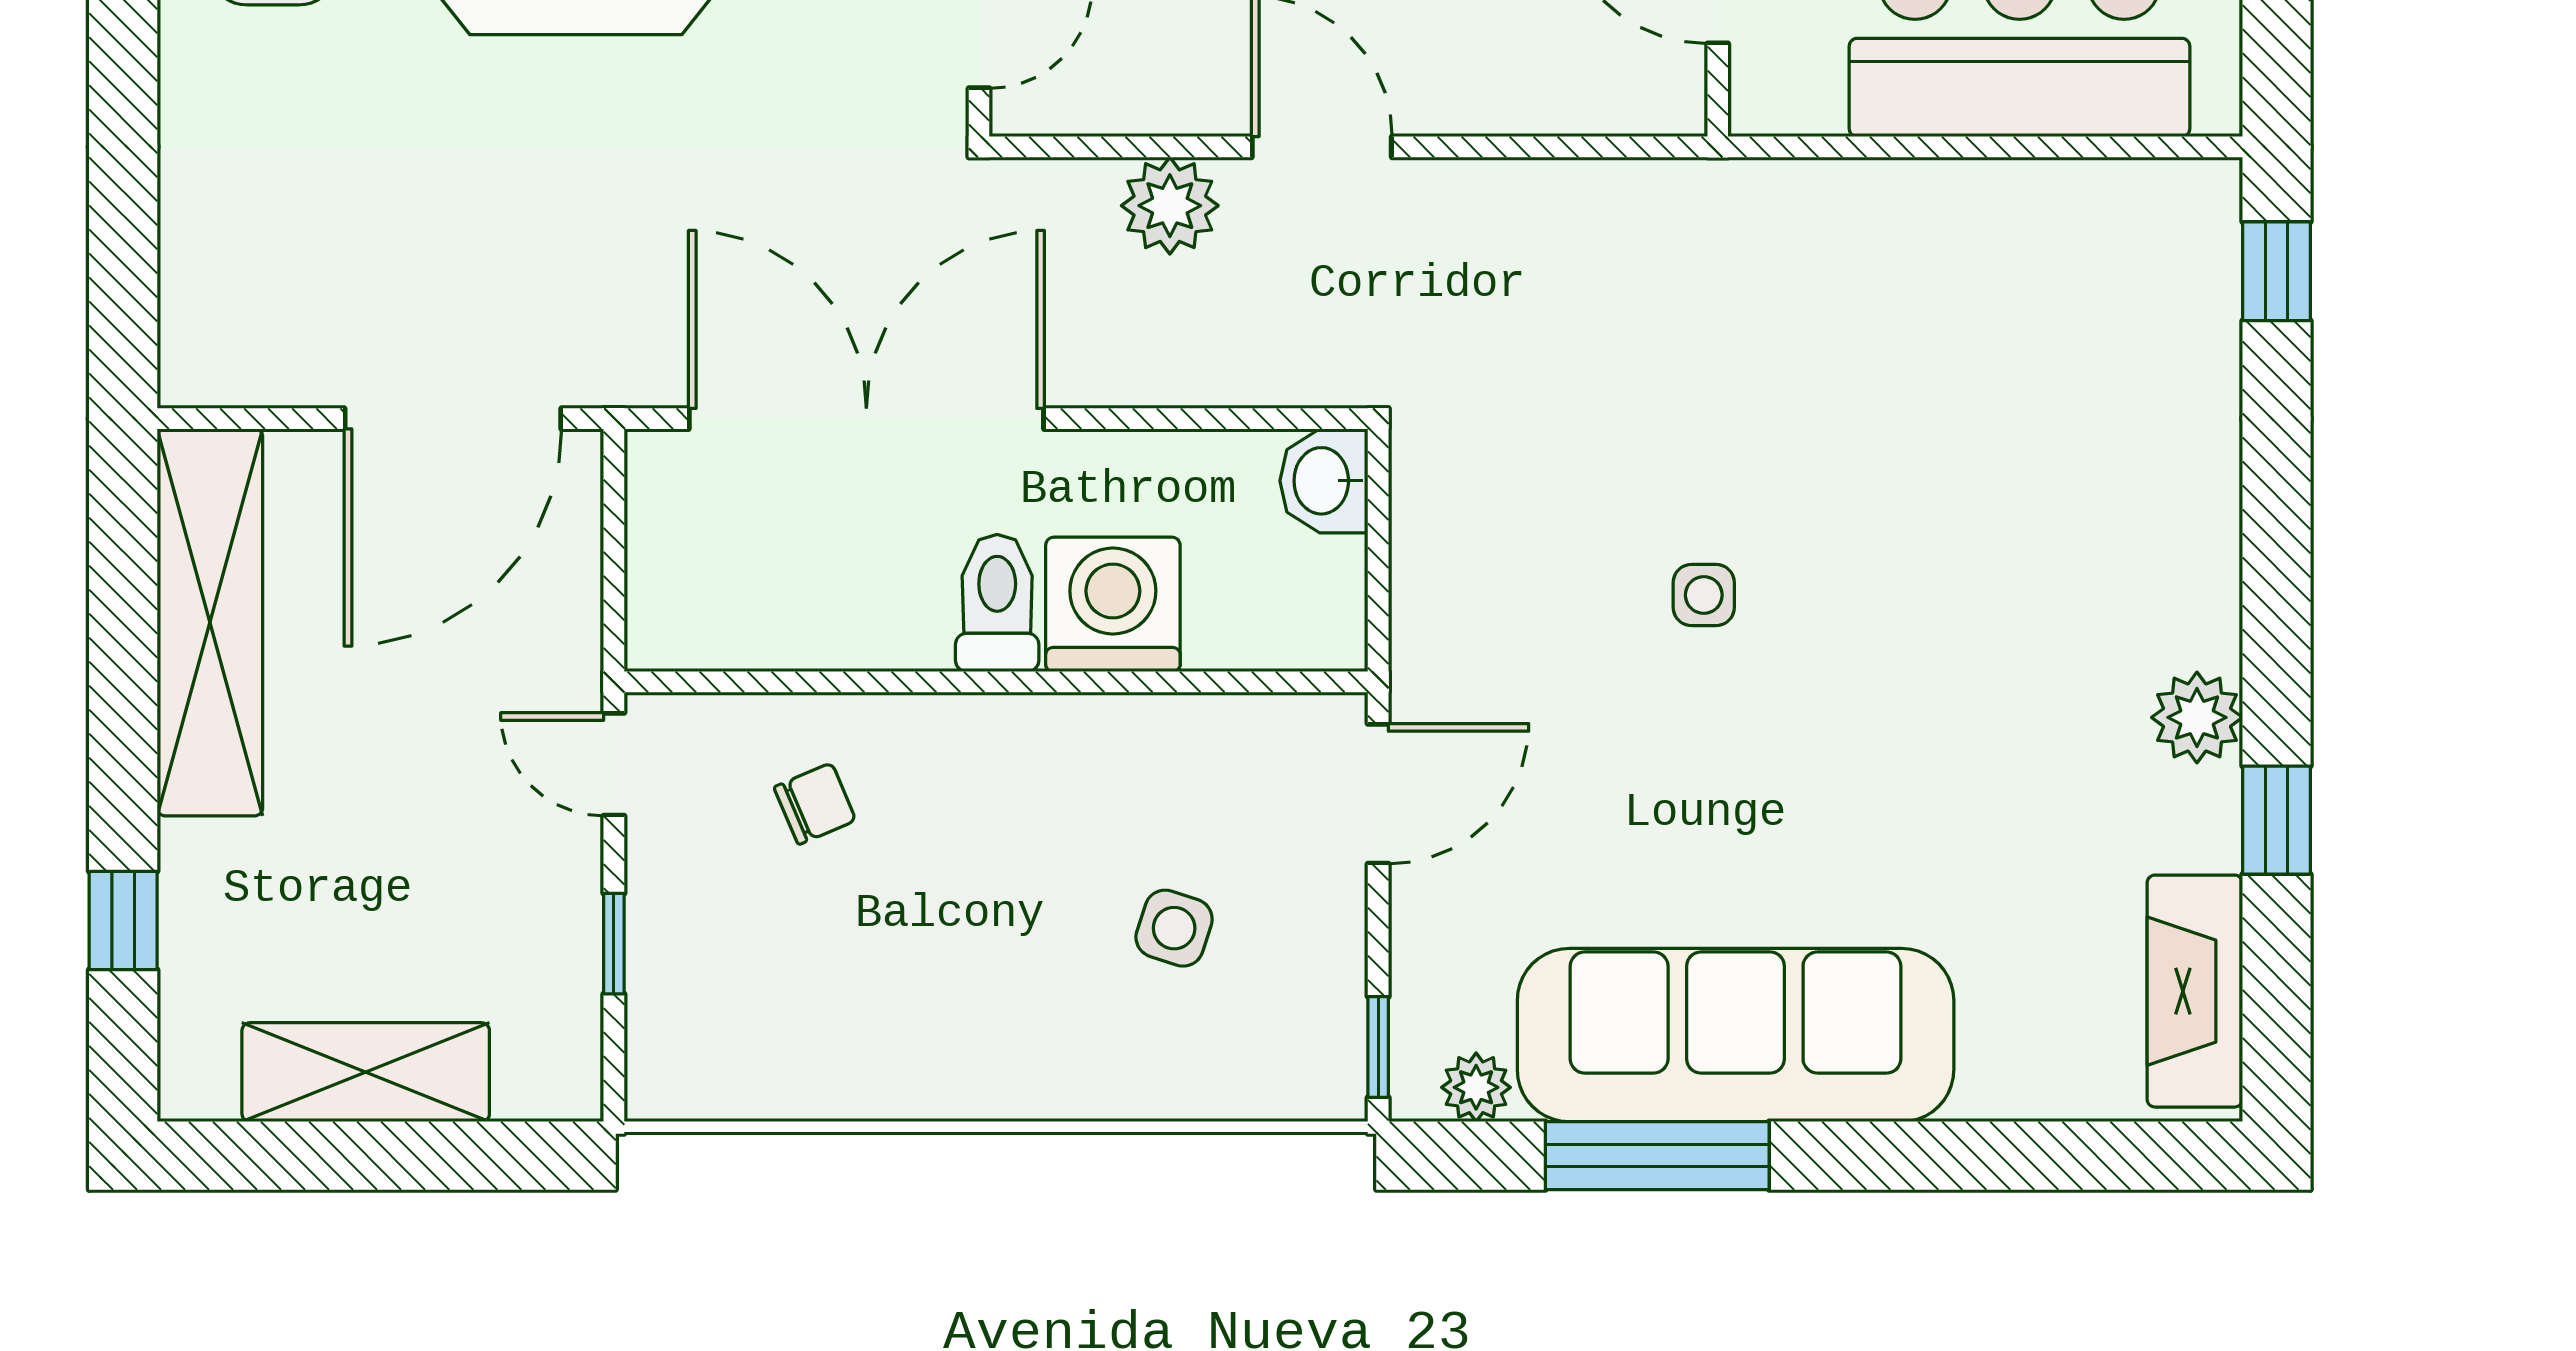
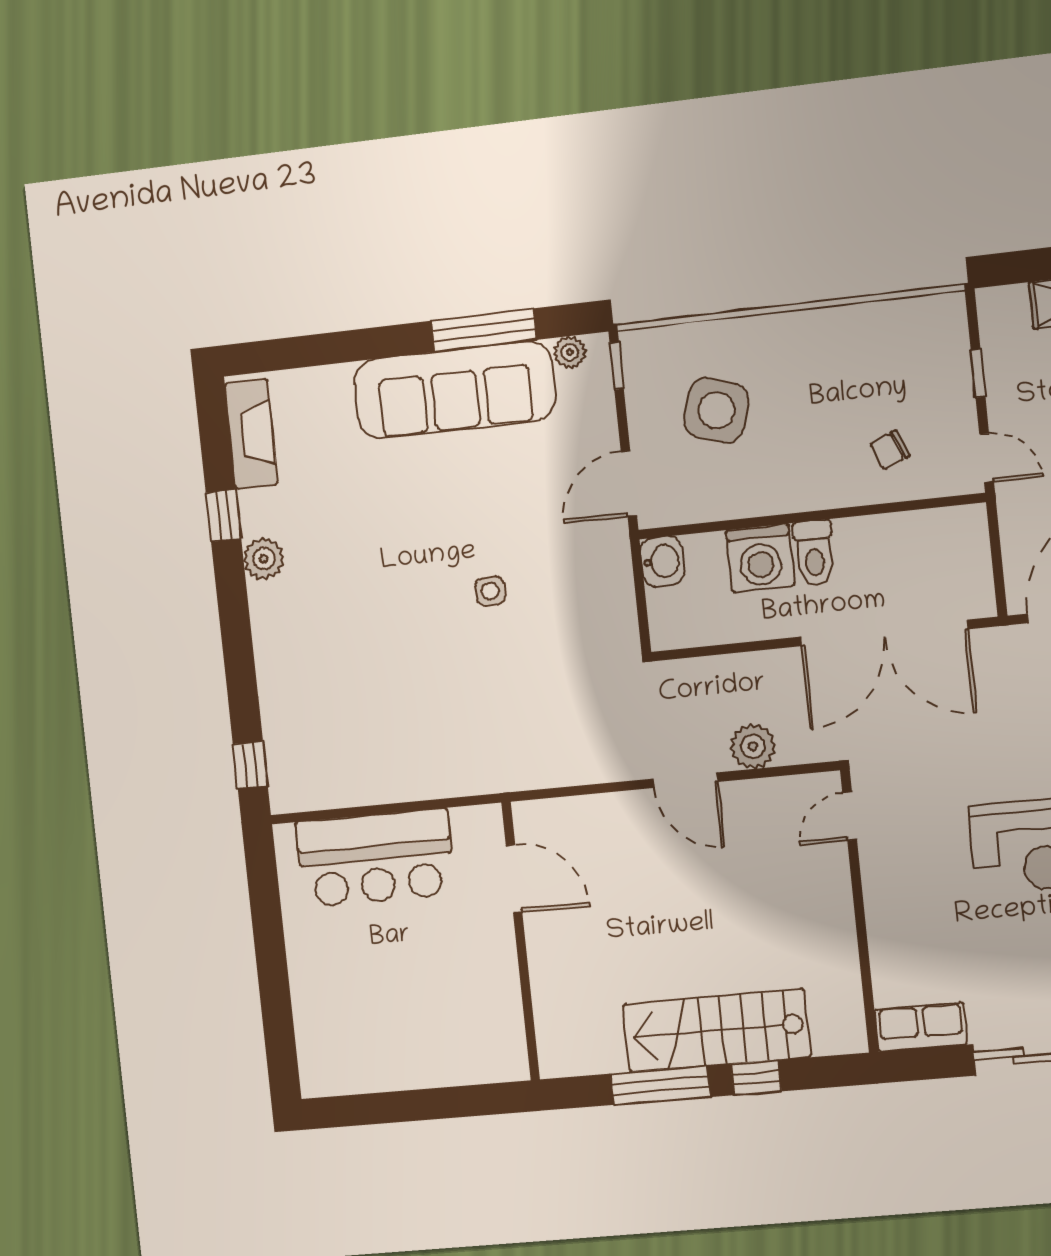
washbasin: (1324, 481) -> (662, 561), moved
side table: (1174, 928) -> (716, 410), width x1.87, depth x1.87

